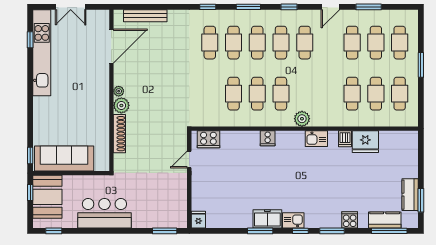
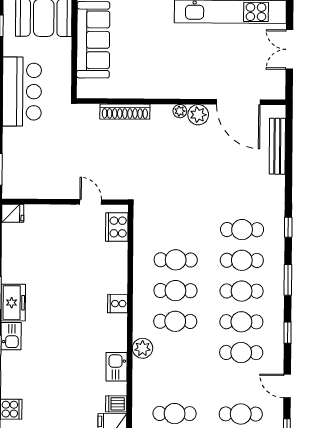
plant: (121, 105) -> (198, 115), moved

